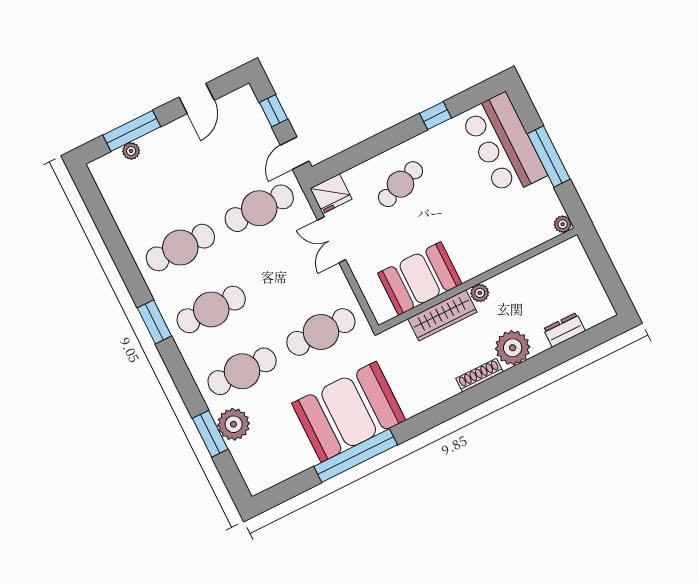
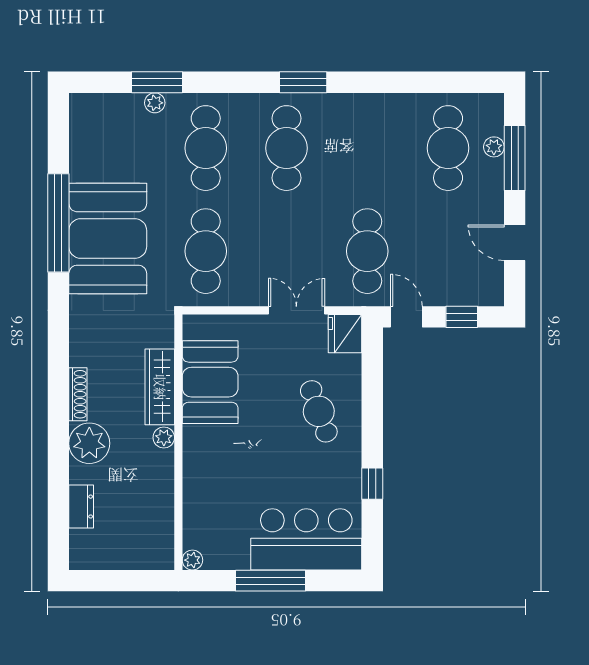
cafe table: (180, 248) -> (448, 148), moved
plant: (234, 424) -> (155, 103), width x0.53, depth x0.53

